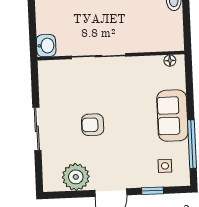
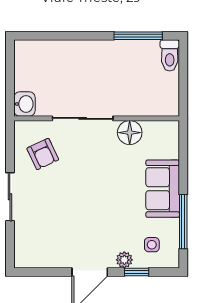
floor lamp: (170, 61) -> (130, 133), moved, width x1.89, depth x1.89
armchair: (93, 125) -> (43, 154), moved, turned -115
plant: (76, 177) -> (124, 260), moved, width x0.53, depth x0.53

